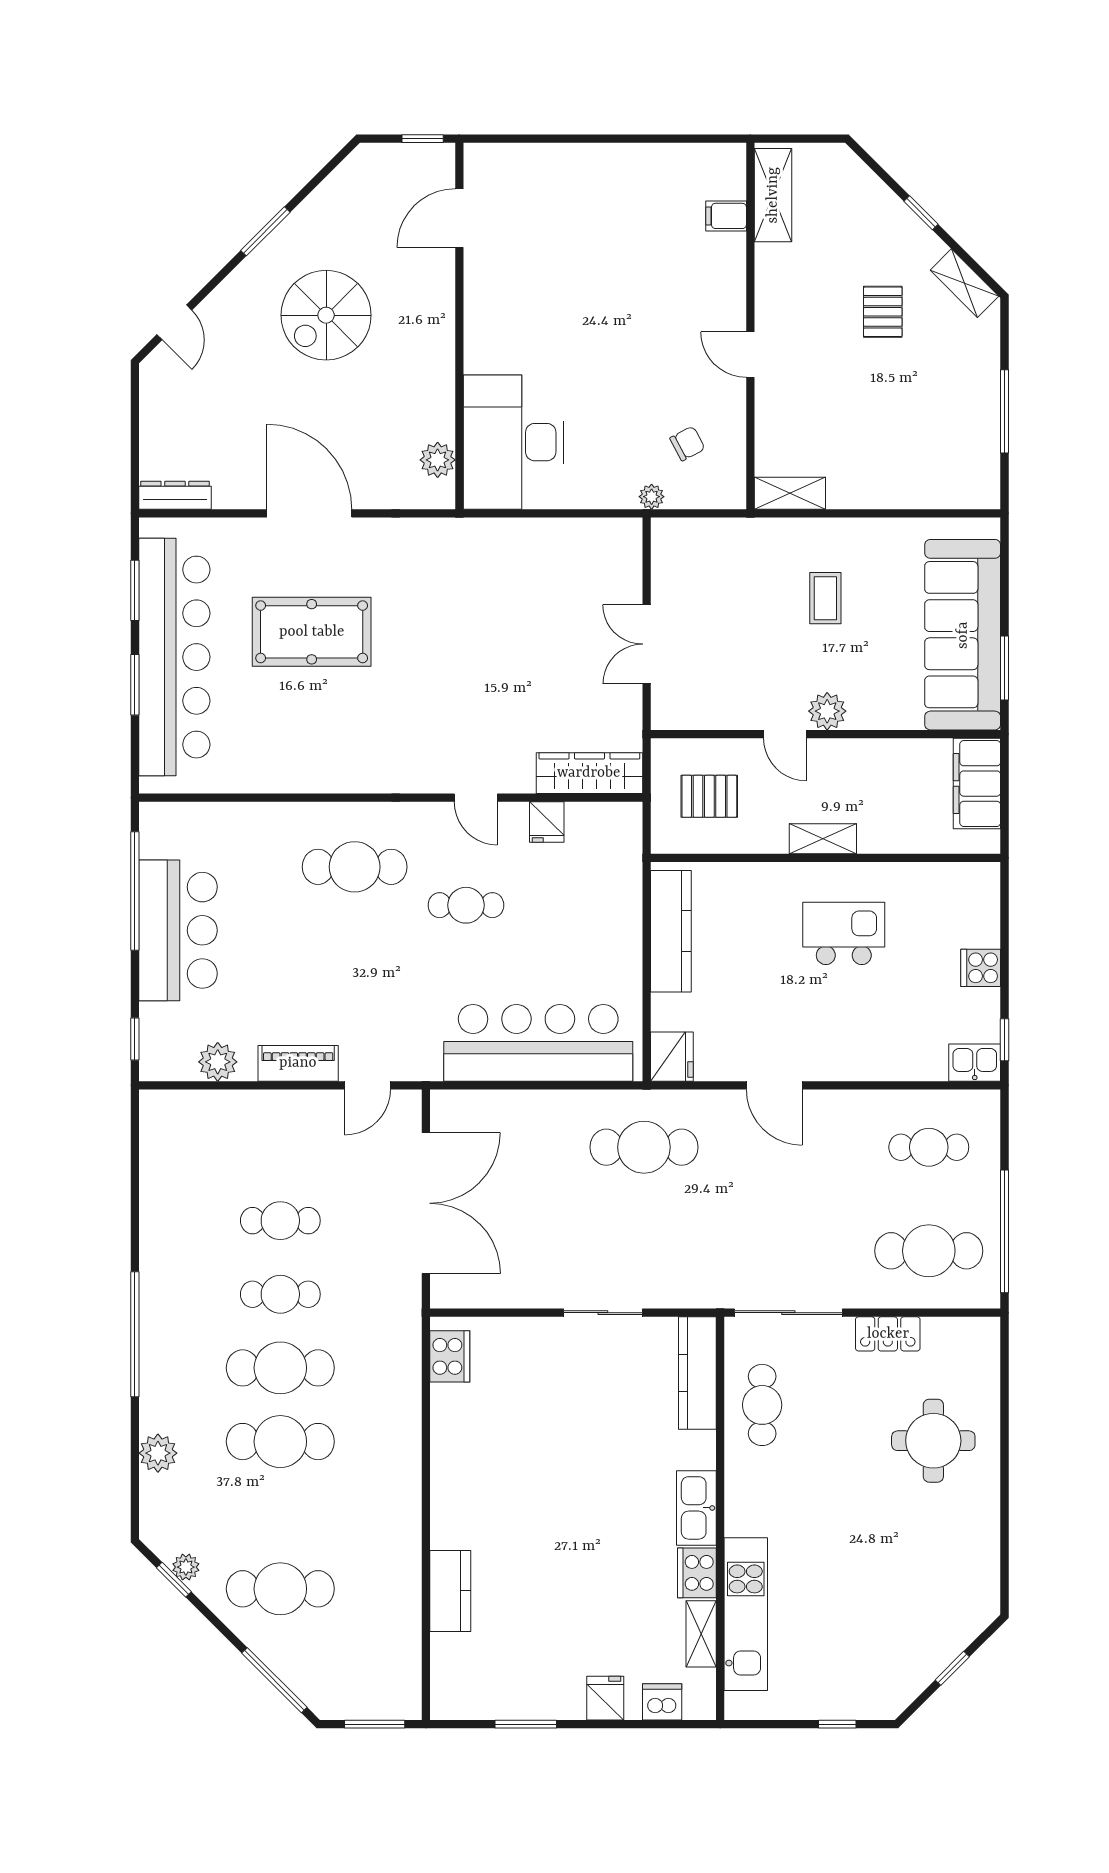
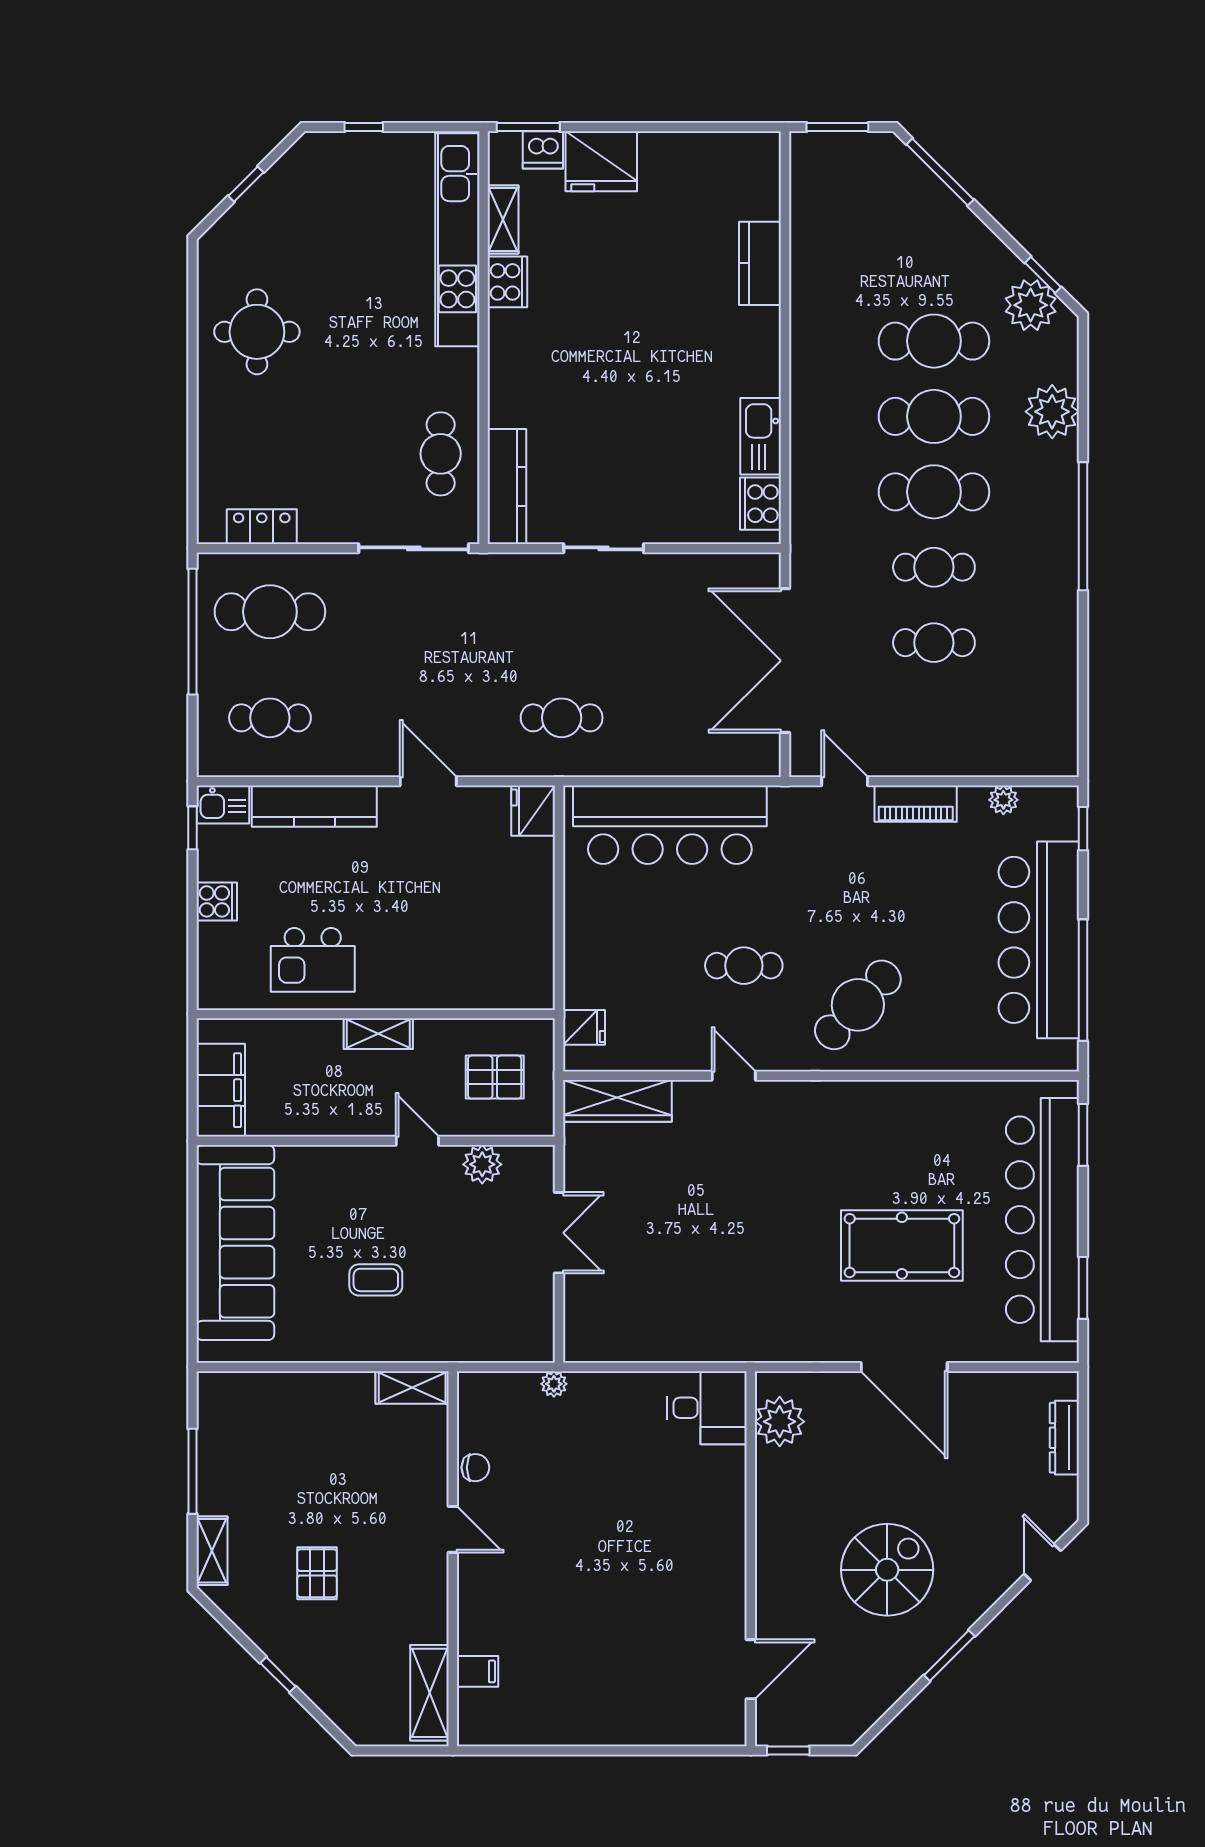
shelving: (964, 283) -> (212, 1551), moved, turned 45
desk: (514, 442) -> (707, 1408), width x0.53, depth x0.77
chair: (687, 443) -> (475, 1468), moved, turned -152
plant: (438, 460) -> (780, 1422), width x1.36, depth x1.36
dresser: (175, 495) -> (1064, 1438), moved, turned 90
coffee table: (825, 598) -> (376, 1280), turned 90
window: (1004, 668) -> (192, 1208), removed
window: (135, 685) -> (1083, 1135), moved
plant: (827, 711) -> (482, 1164), moved
fridge: (547, 822) -> (584, 1027), moved, turned 90
cafe table: (355, 867) -> (858, 1005), turned -47
bar counter: (178, 930) -> (1039, 940), width x1.36
kitchen counter: (671, 931) -> (314, 806), moved, turned -90
kitchen island: (844, 933) -> (313, 960), moved
plant: (218, 1062) -> (1003, 800), width x0.73, depth x0.73
door: (368, 1085) -> (845, 781), hinge flipped
cafe table: (644, 1147) -> (562, 718), width x0.73, depth x0.74
locker: (888, 1334) -> (262, 527), moved
round table: (933, 1441) -> (257, 332), moved
plant: (158, 1453) -> (1052, 412), width x1.36, depth x1.36
kitchen sink: (696, 1508) -> (761, 436), moved, turned 180
plant: (186, 1567) -> (1031, 305), width x1.87, depth x1.87
cafe table: (280, 1589) -> (934, 341), moved
kitchen unit: (746, 1614) -> (457, 240), width x1.36
fridge: (605, 1698) -> (601, 161), width x1.88, depth x1.34
window: (526, 1724) -> (528, 127), moved

